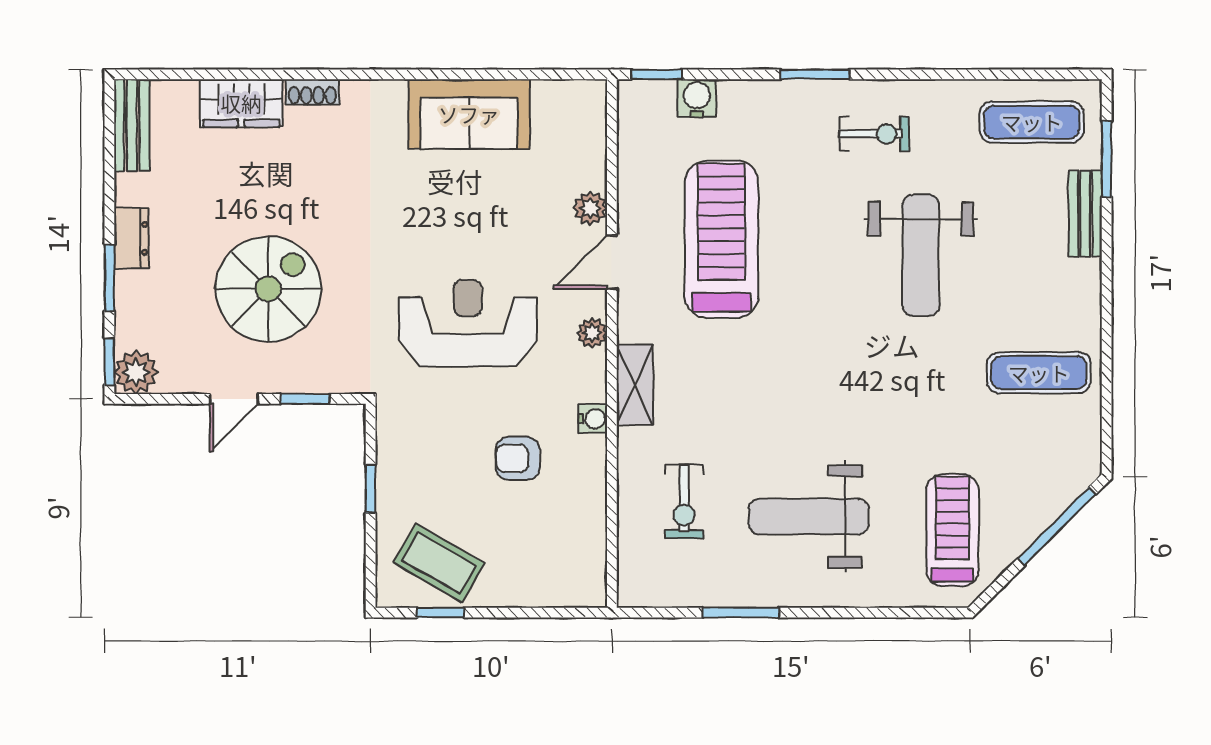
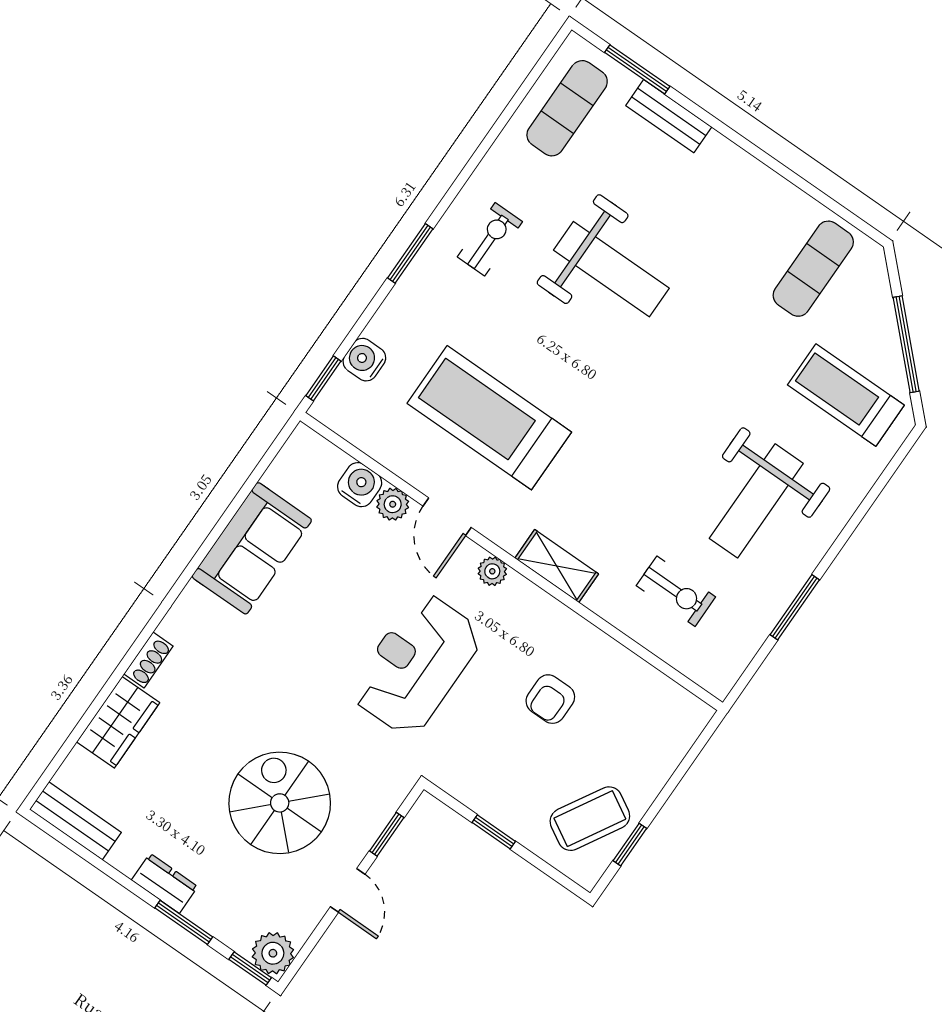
exercise mat: (1039, 373) -> (813, 269), moved
water cooler: (593, 419) -> (360, 485), moved, width x1.38, depth x1.38
window: (1057, 526) -> (906, 344), moved

